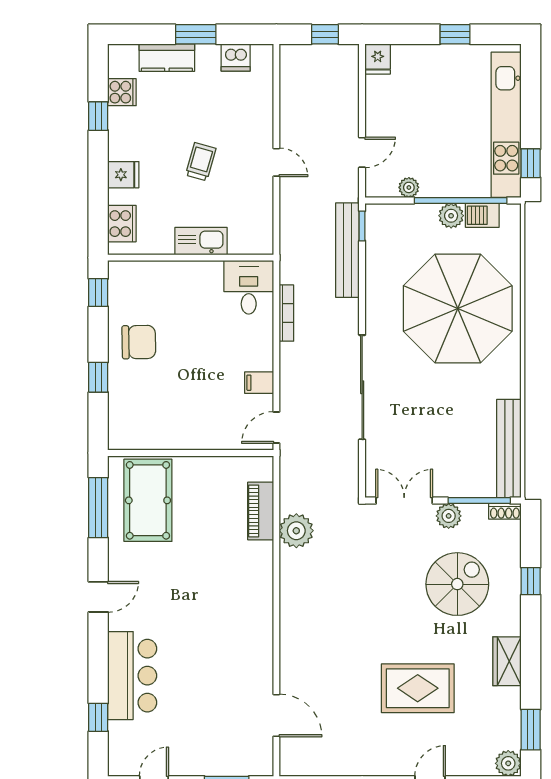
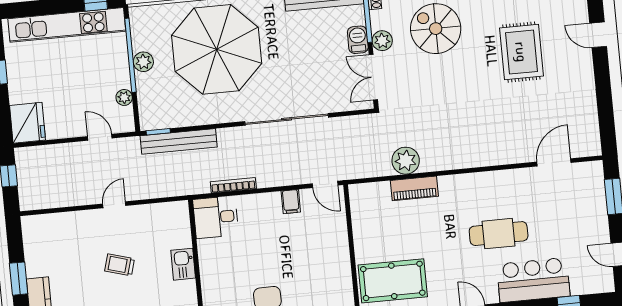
dishwasher: (236, 57) -> (34, 245), removed
fridge: (378, 59) -> (28, 123), width x1.88, depth x1.34
barbecue: (482, 215) -> (358, 40), moved, turned 180
kitchen sink: (201, 241) -> (183, 264), width x0.73
piano: (261, 511) -> (414, 188), moved
cafe table: (194, 638) -> (499, 234), added

